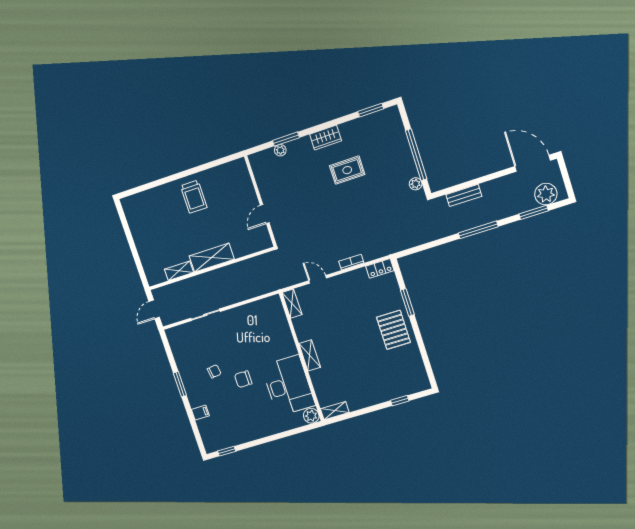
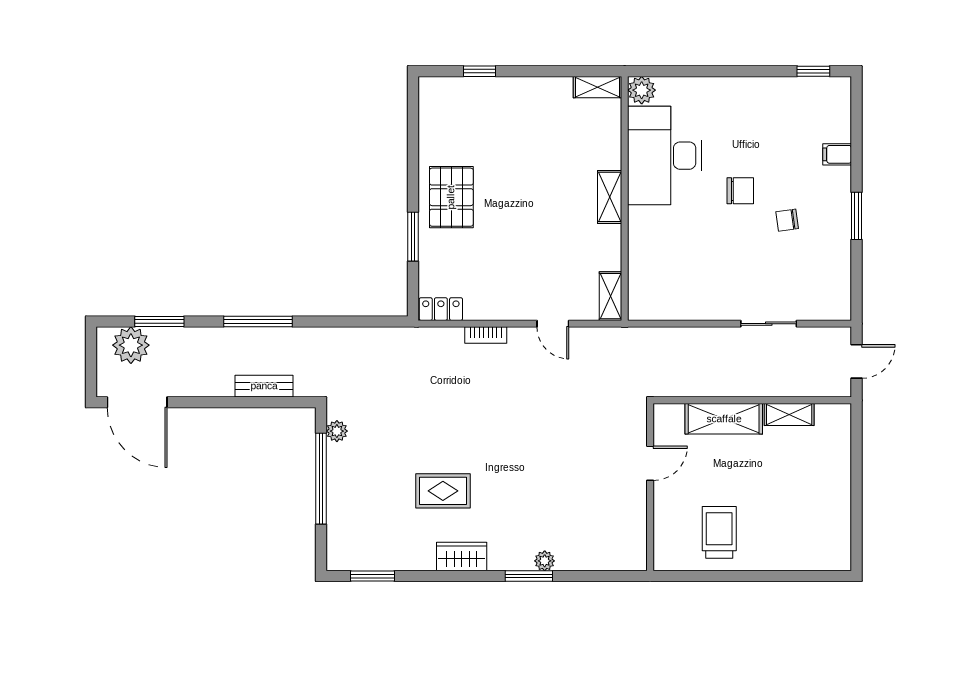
wall: (260, 201) -> (650, 487), moved
door: (265, 214) -> (650, 463), moved

